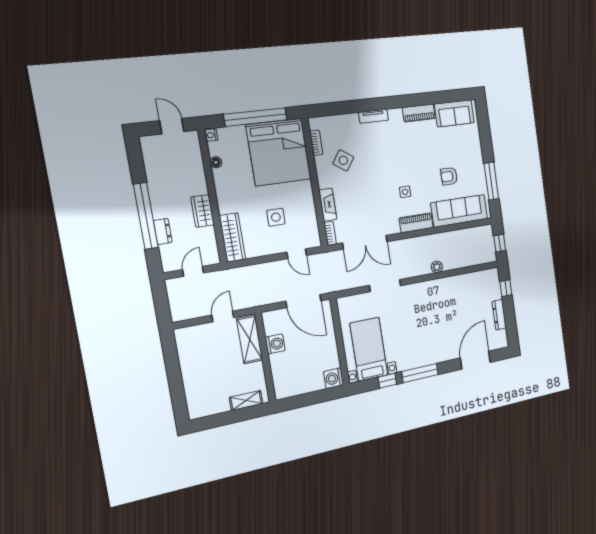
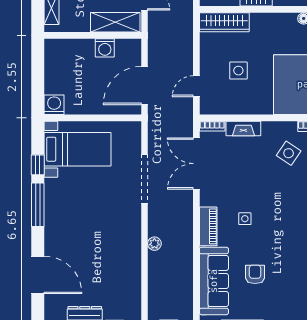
doorway: (385, 286) -> (145, 179), width x1.36

